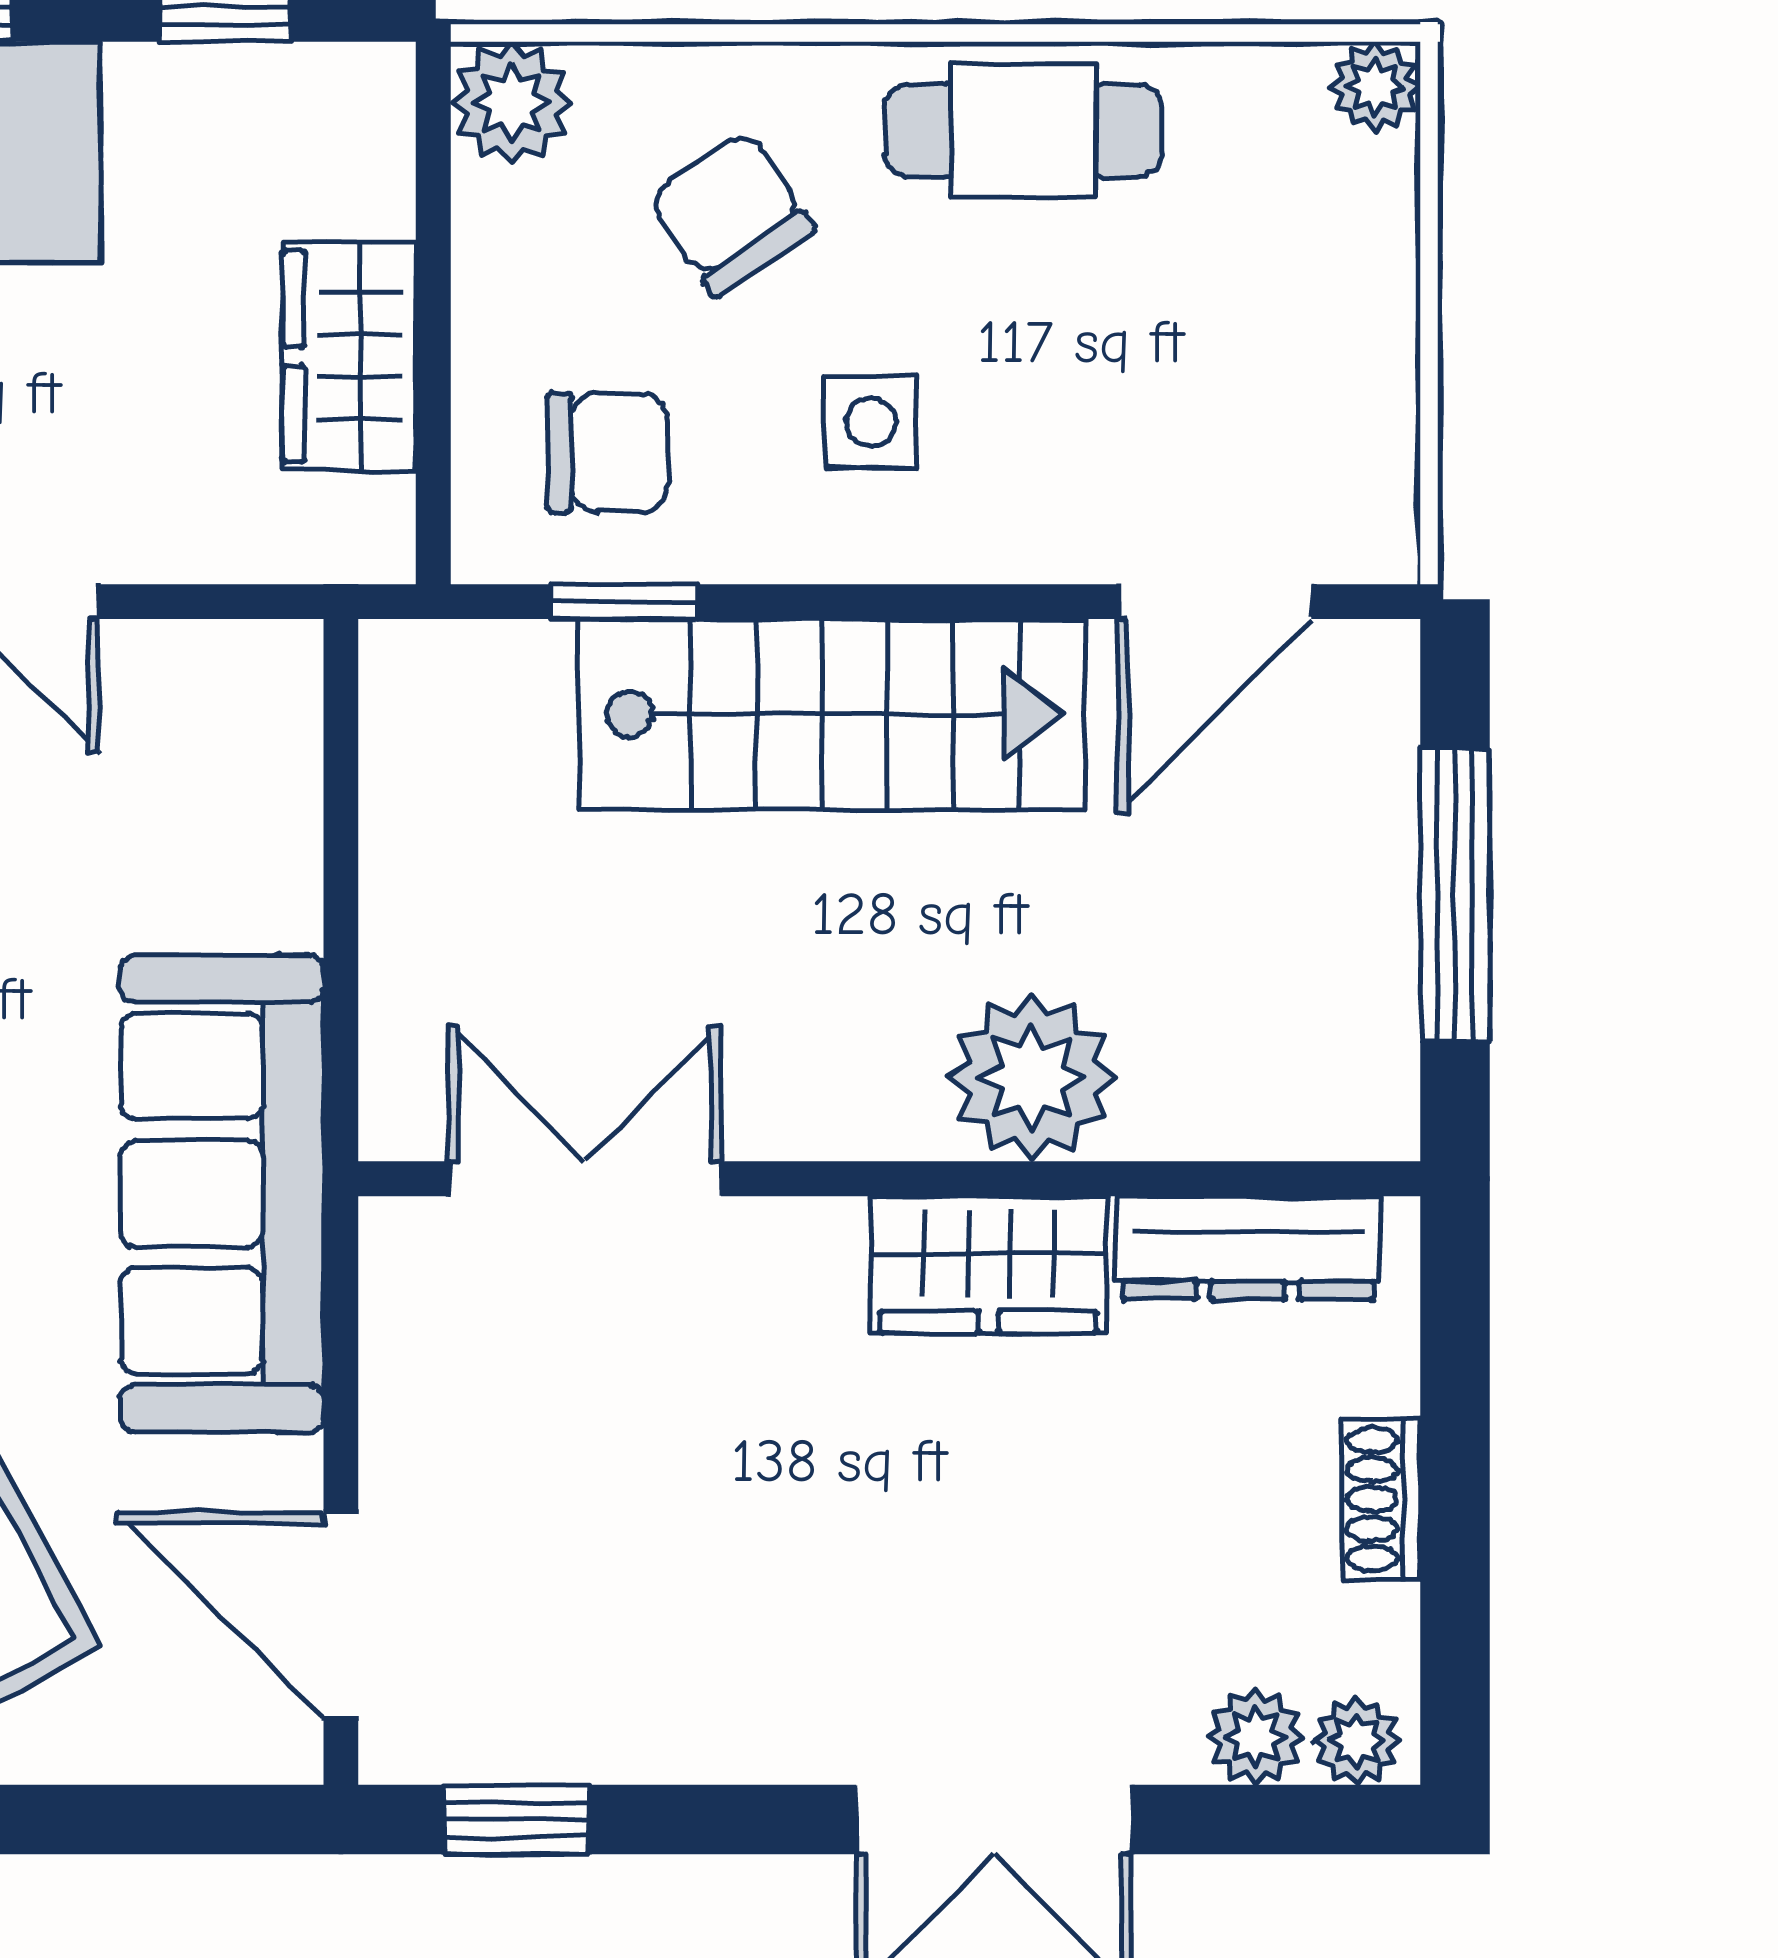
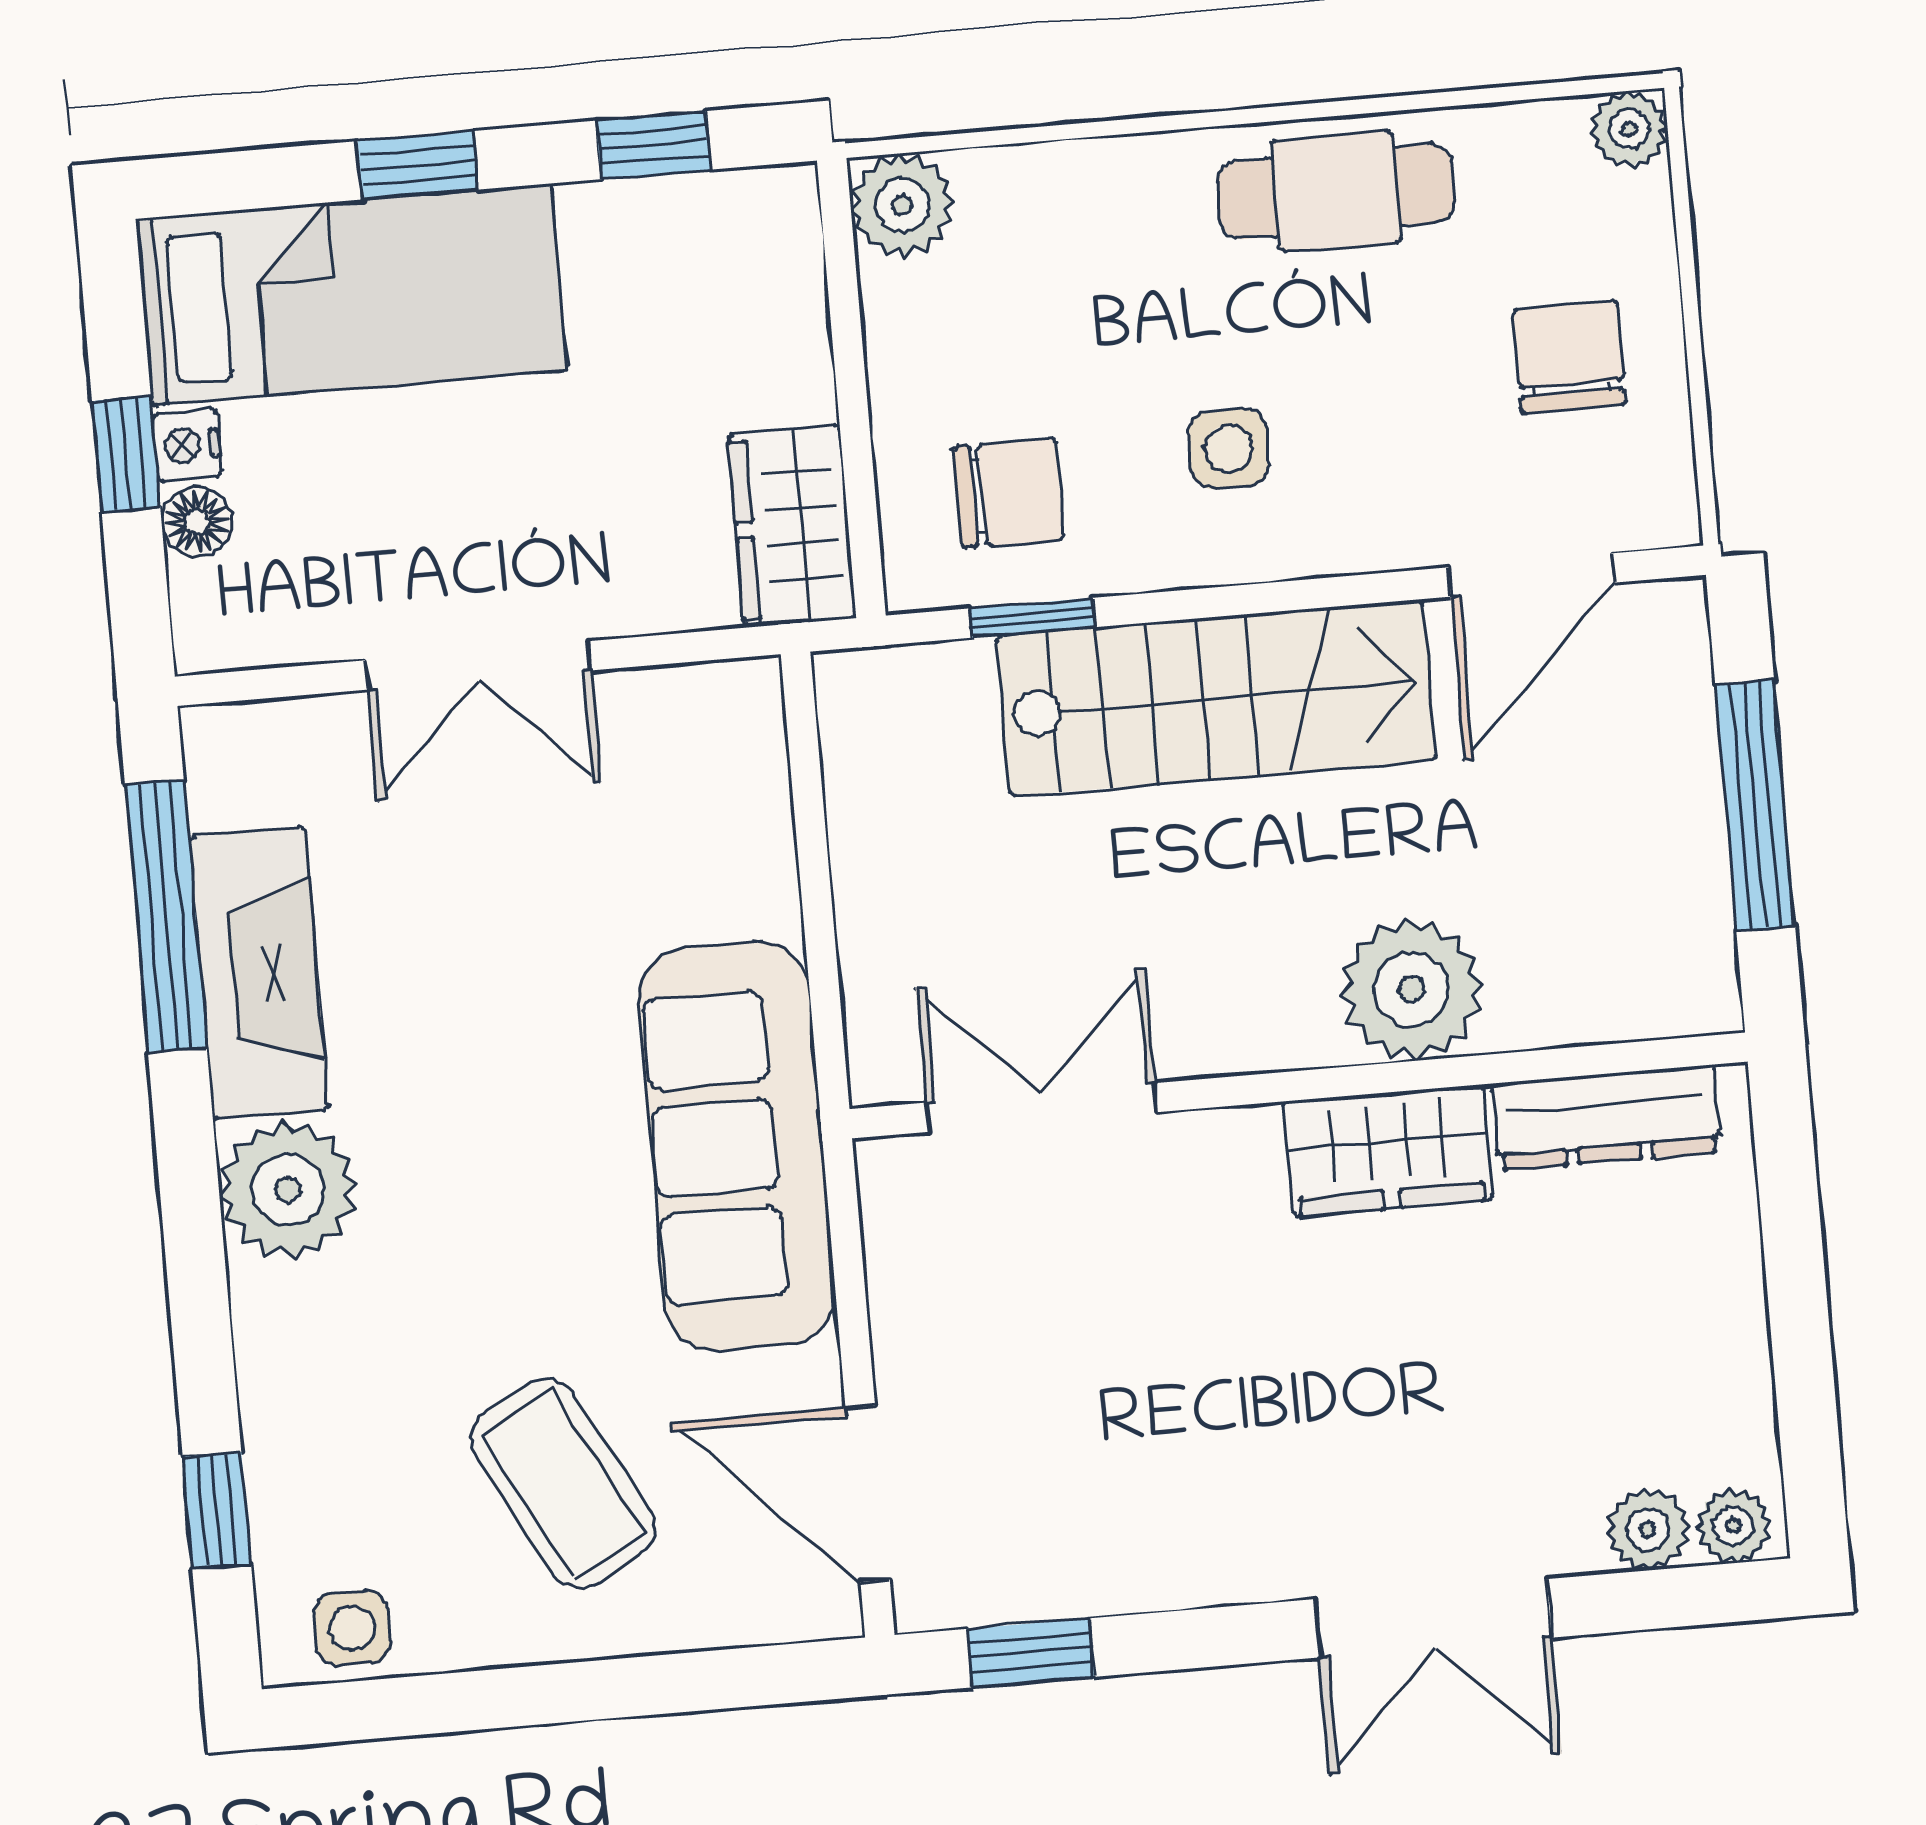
chair: (731, 213) -> (1569, 357), moved, turned 34
wardrobe: (349, 356) -> (792, 526), moved
shoe rack: (1381, 1499) -> (1737, 1320), removed

